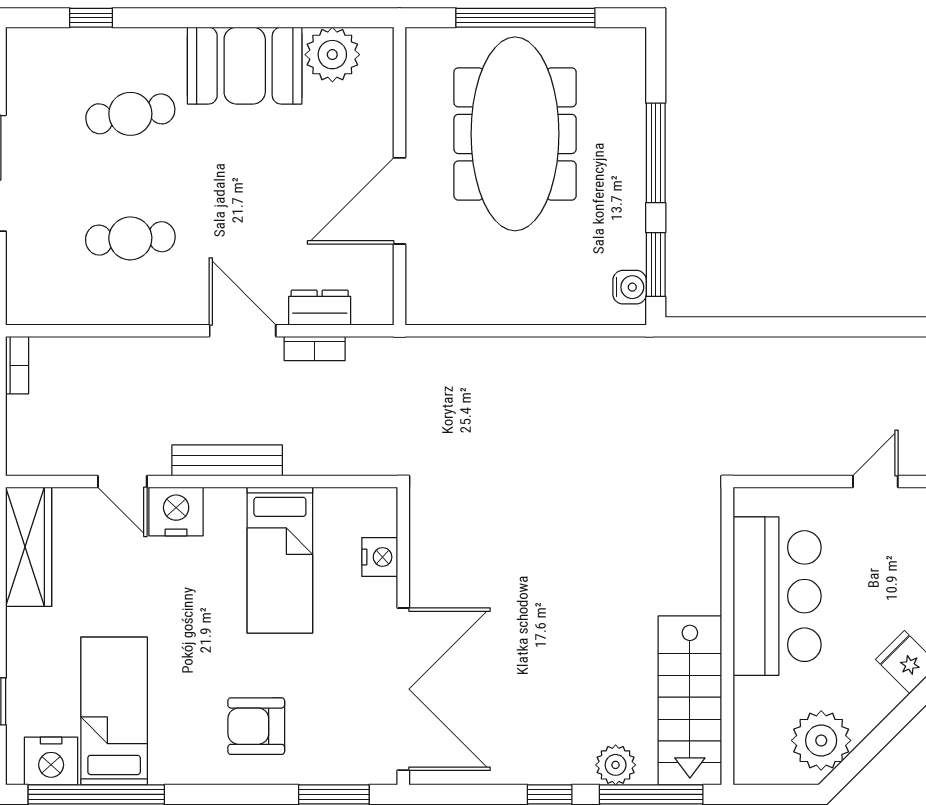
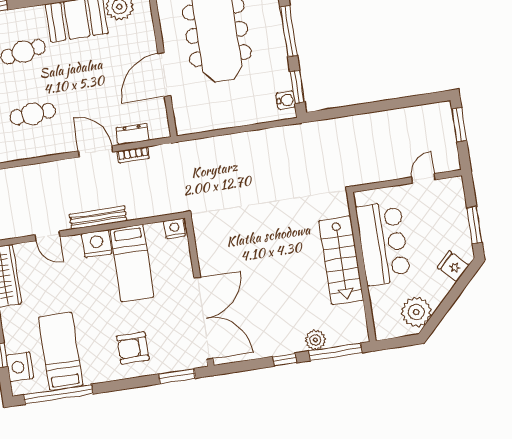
nightstand: (176, 511) -> (97, 244), moved
nightstand: (380, 557) -> (175, 229), moved, turned -90
stairs: (690, 700) -> (341, 260), moved
nightstand: (51, 761) -> (20, 367), moved, turned 90

